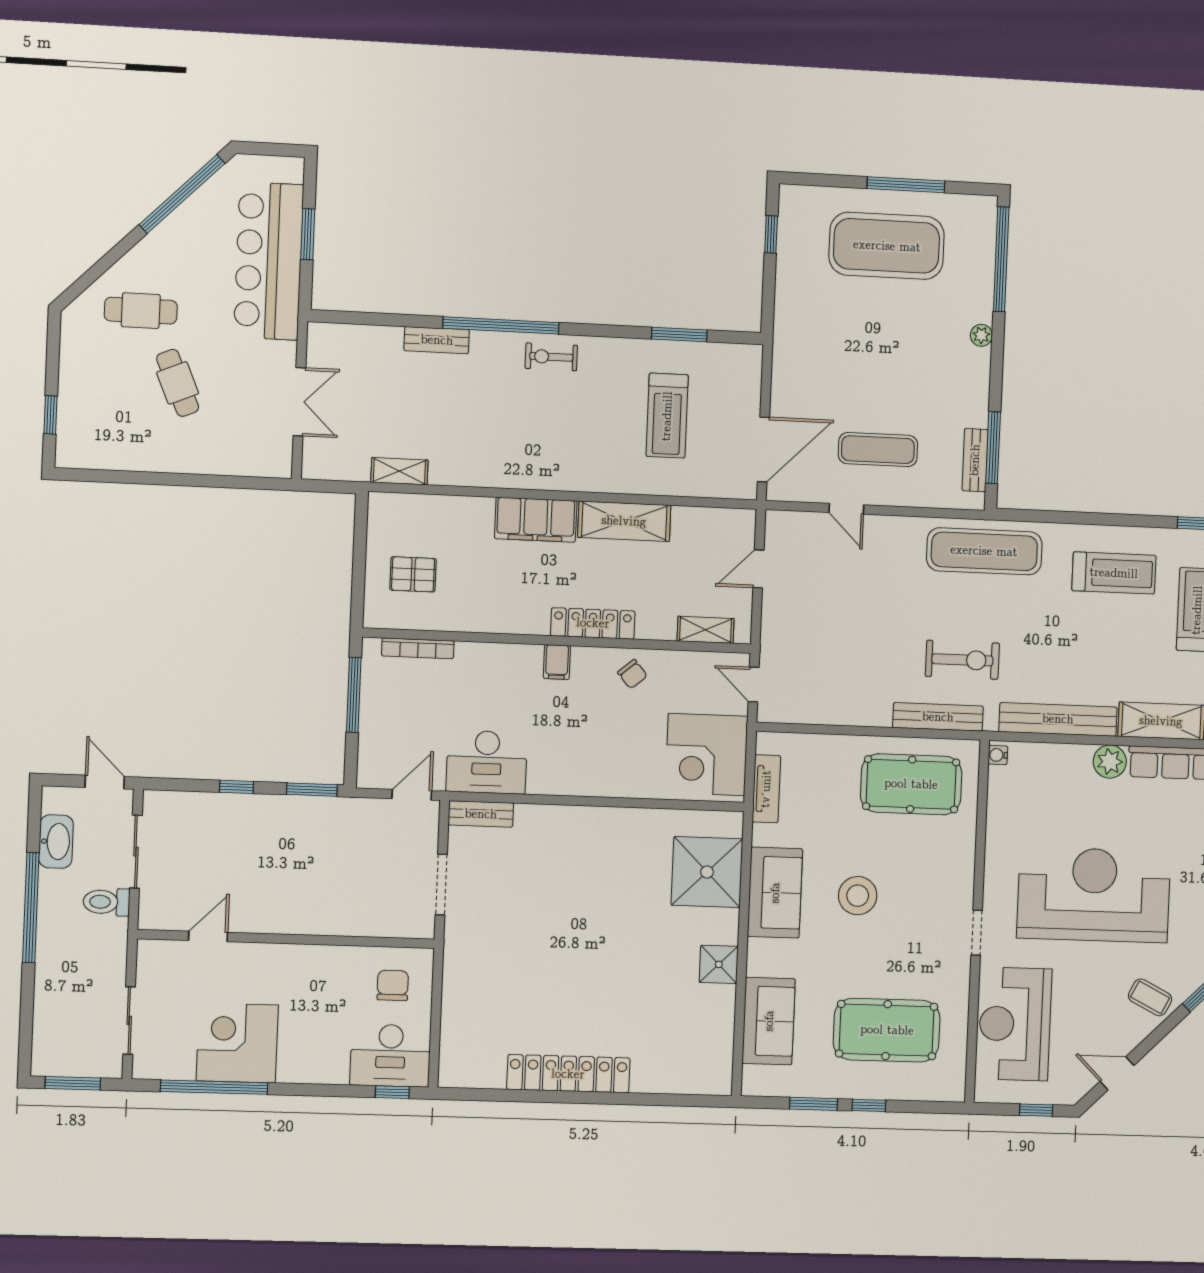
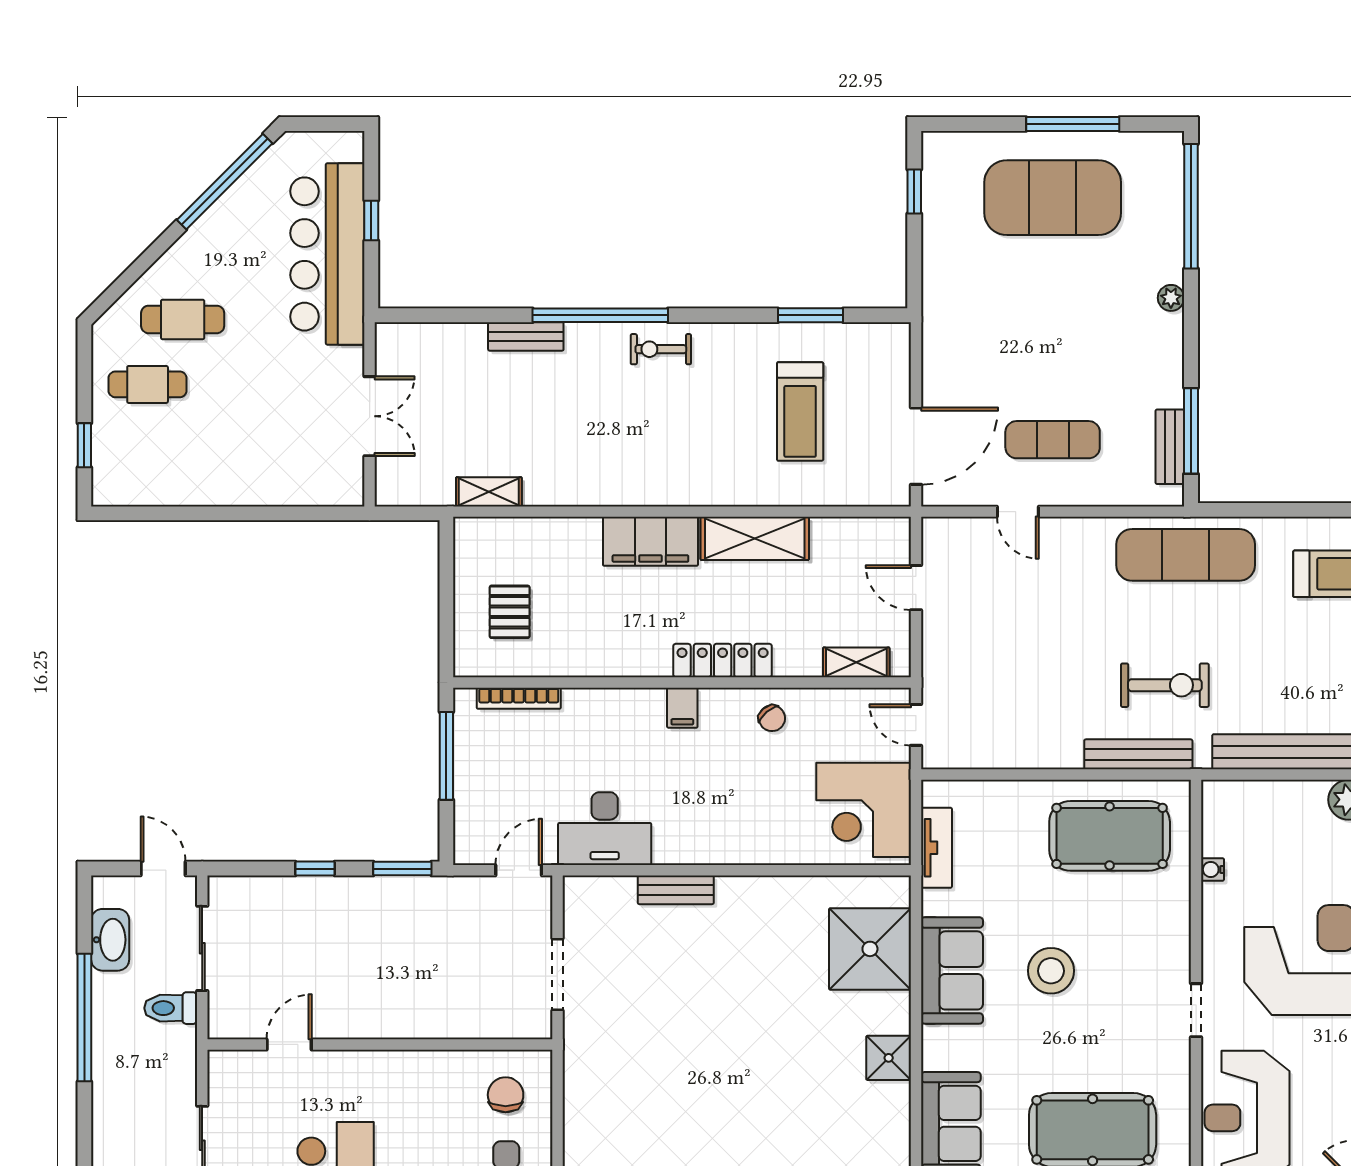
window: (308, 234) -> (371, 220), width x0.67
cafe table: (178, 383) -> (148, 384), moved, turned -67
door: (758, 569) -> (916, 588), hinge flipped
pallet: (413, 574) -> (510, 612), turned 90
water cooler: (998, 755) -> (1213, 869), moved
bench: (481, 814) -> (676, 890), moved

